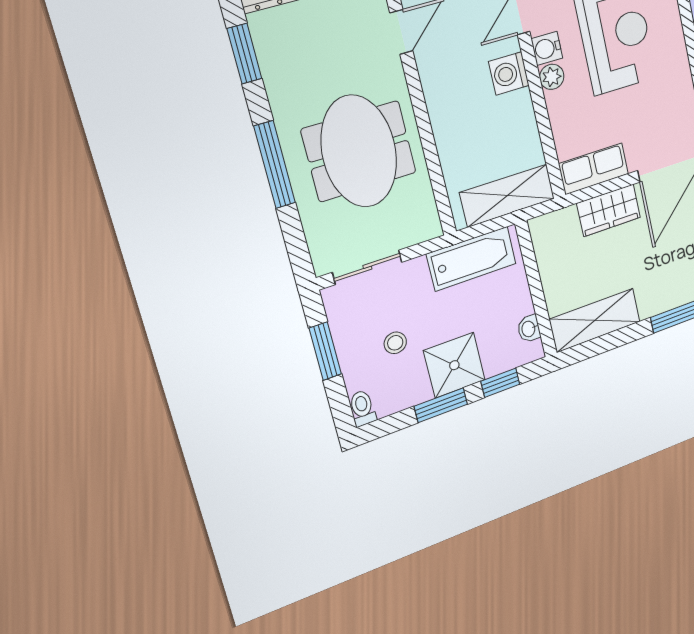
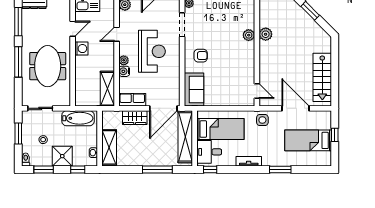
water cooler: (547, 48) -> (124, 71), moved
window: (244, 54) -> (18, 22), width x1.44
washing machine: (509, 73) -> (81, 49), moved, turned 180
shelving: (507, 196) -> (107, 89), moved, turned 90
shelving: (595, 320) -> (109, 147), moved, turned 90
window: (441, 405) -> (44, 169), moved

